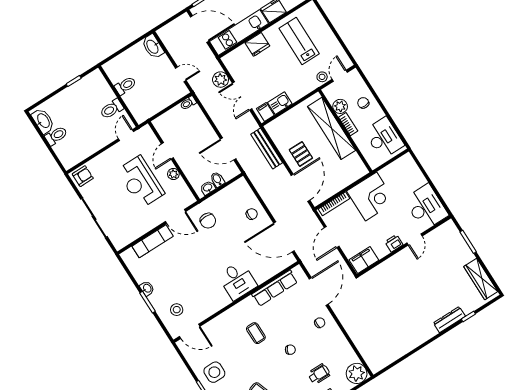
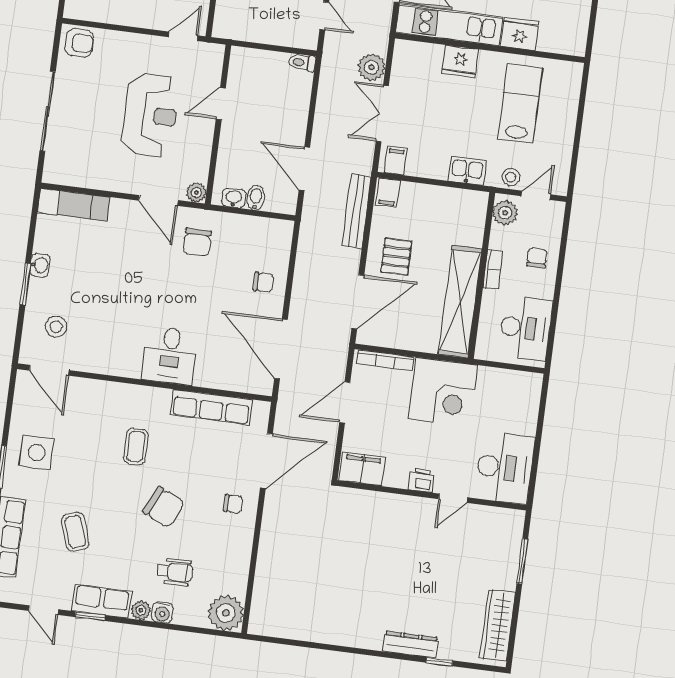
kitchen sink: (280, 103) -> (467, 171), moved
plant: (340, 106) -> (505, 213), moved
shelving: (332, 128) -> (460, 302), moved
filing cabinet: (274, 129) -> (388, 193), added
plant: (173, 174) -> (196, 193), moved
reception desk: (141, 182) -> (150, 115), turned 180
exam couch: (153, 241) -> (74, 205), moved
chair: (290, 350) -> (164, 507), width x1.87, depth x1.87

